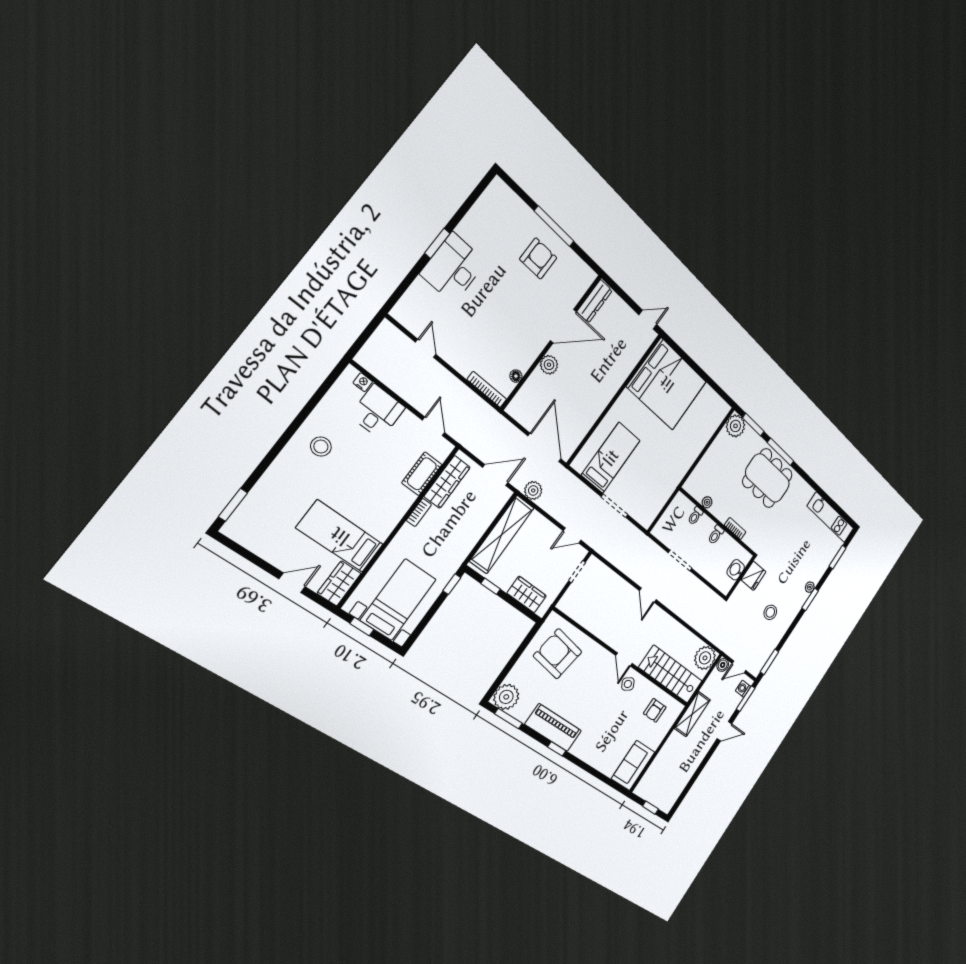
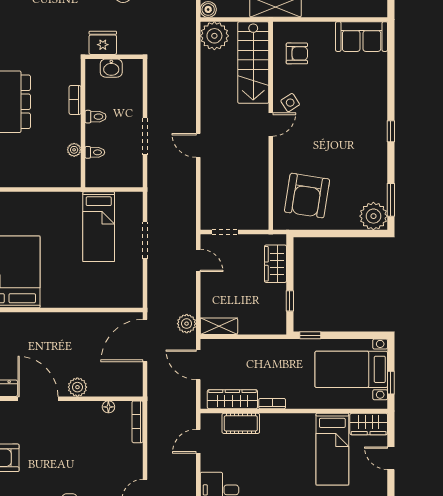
bed: (611, 458) -> (99, 227), moved, turned -90
shelving: (502, 534) -> (219, 326), width x0.45, depth x0.75
door: (648, 595) -> (198, 145), swing flipped
piano: (553, 728) -> (374, 150), removed

